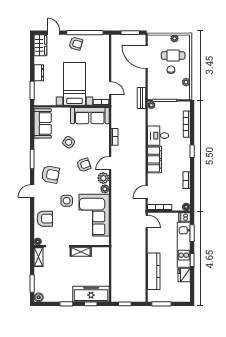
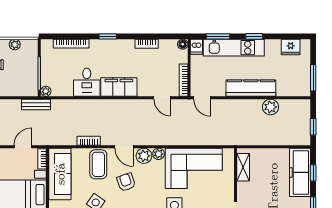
coffee table: (97, 144) -> (98, 164), added
door: (147, 221) -> (202, 98), swing flipped
shelving: (81, 252) -> (243, 167), moved
kitchen counter: (154, 271) -> (251, 88), moved
plant: (140, 272) -> (270, 107), added
fridge: (184, 275) -> (291, 47), moved

